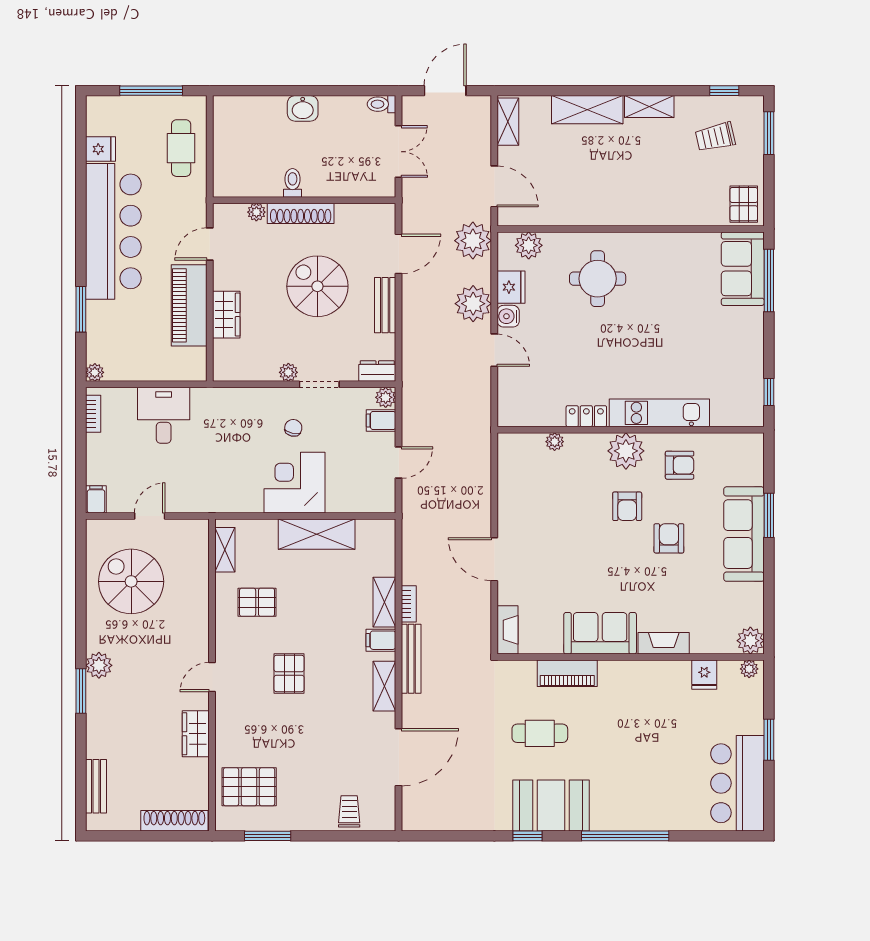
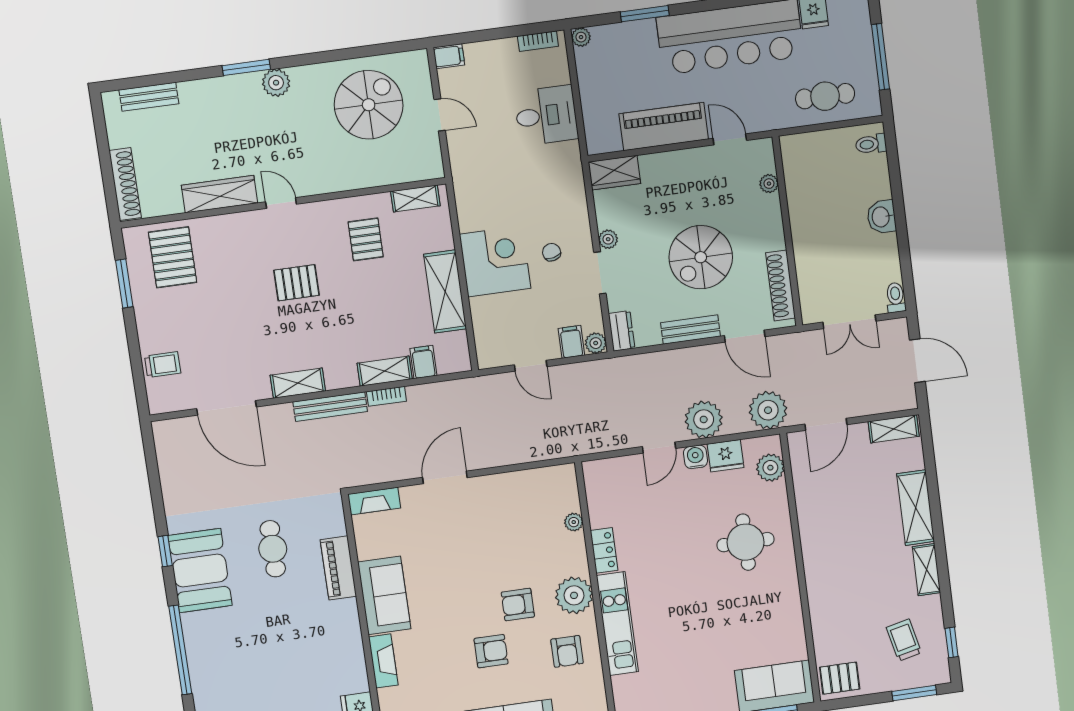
toilet: (293, 183) -> (871, 144), moved, turned 180
shoe rack: (301, 213) -> (781, 285), moved
spiral stairs: (317, 286) -> (701, 257), turned 180
wardrobe: (226, 315) -> (614, 173), moved
chair: (293, 428) -> (552, 252), turned -116
filing cabinet: (381, 640) -> (423, 362), moved
wardrobe: (196, 734) -> (220, 194), width x1.50

